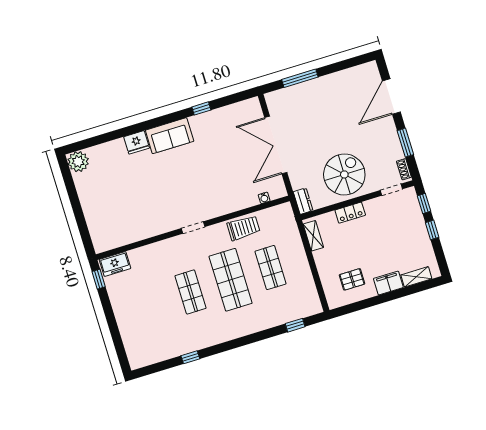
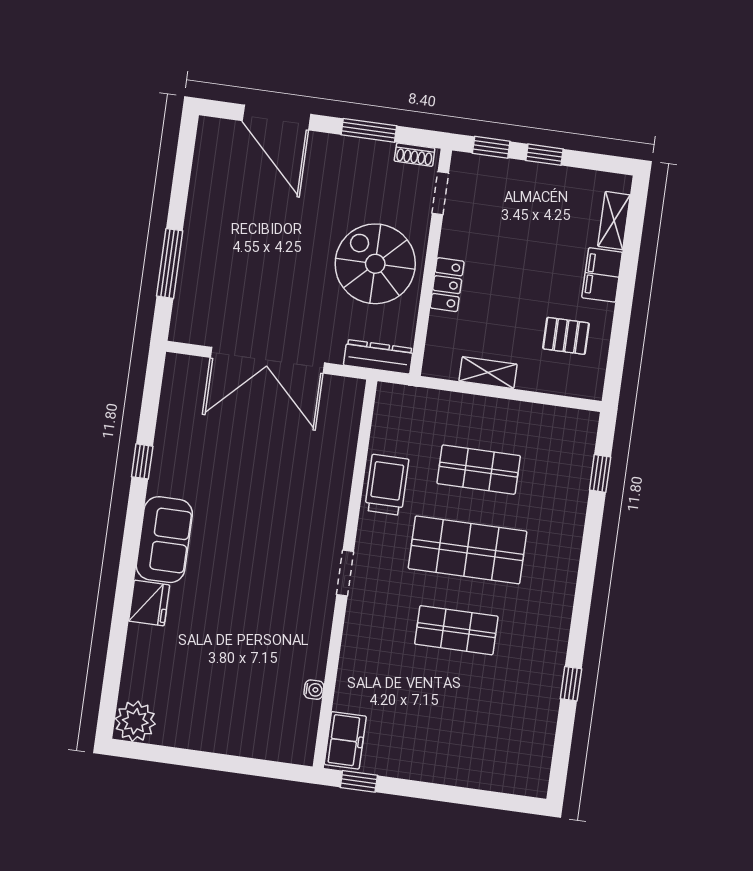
water cooler: (264, 198) -> (314, 690), moved
dresser: (303, 201) -> (378, 357), width x1.44
shelving: (313, 236) -> (488, 373), moved
pallet: (352, 279) -> (566, 336), turned 90

